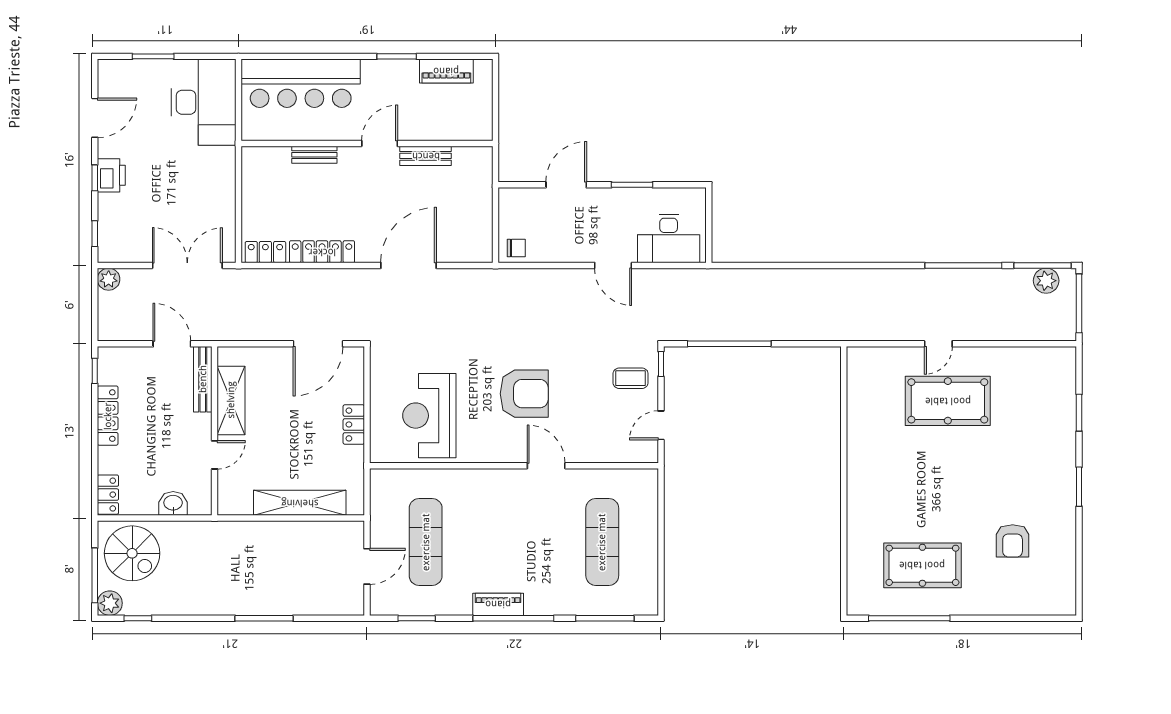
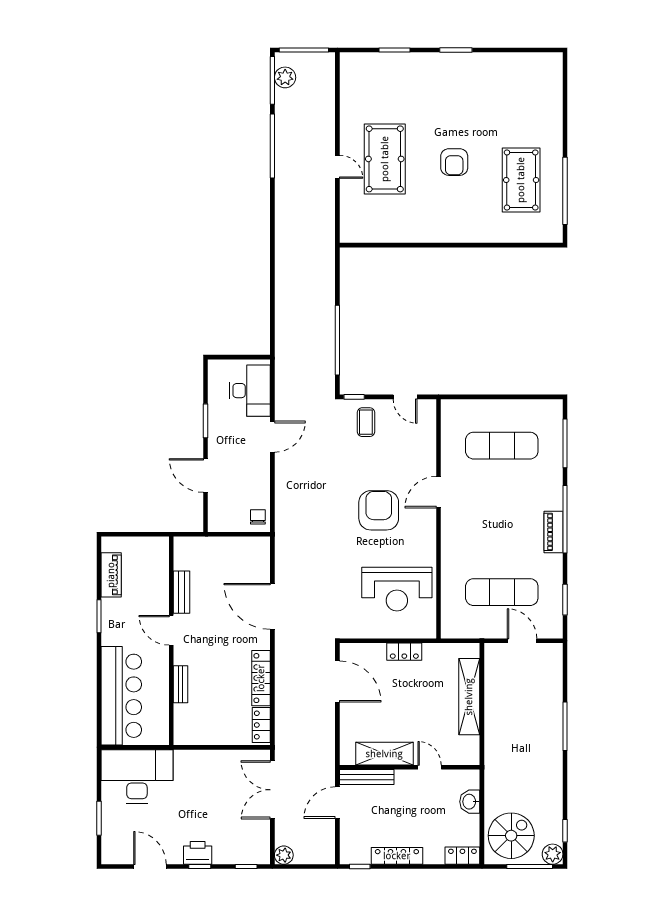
armchair: (1013, 541) -> (454, 162), moved, turned 90

